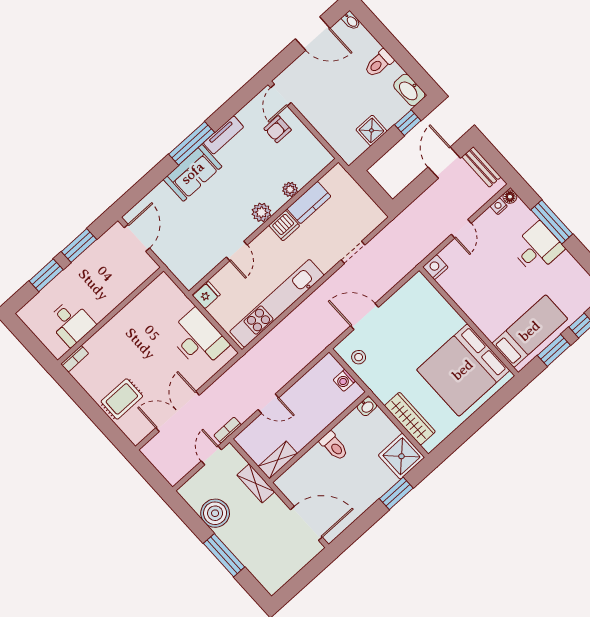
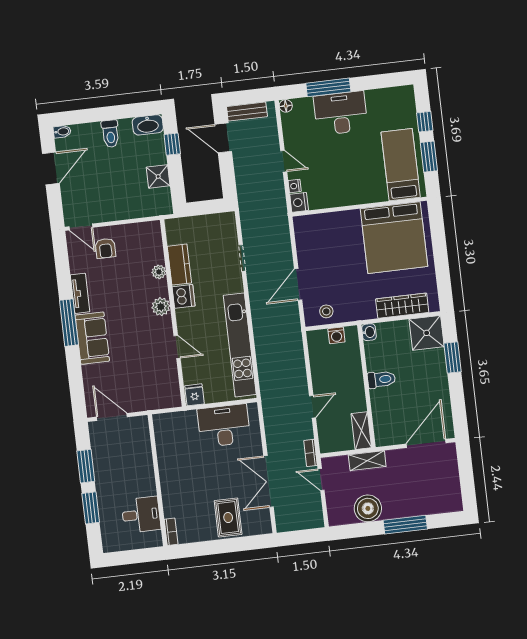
nightstand: (499, 206) -> (295, 186), moved
desk: (537, 248) -> (341, 113), width x1.37

